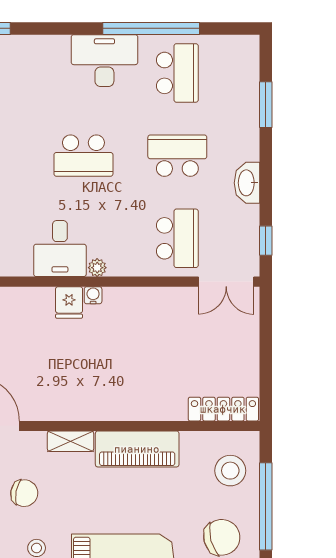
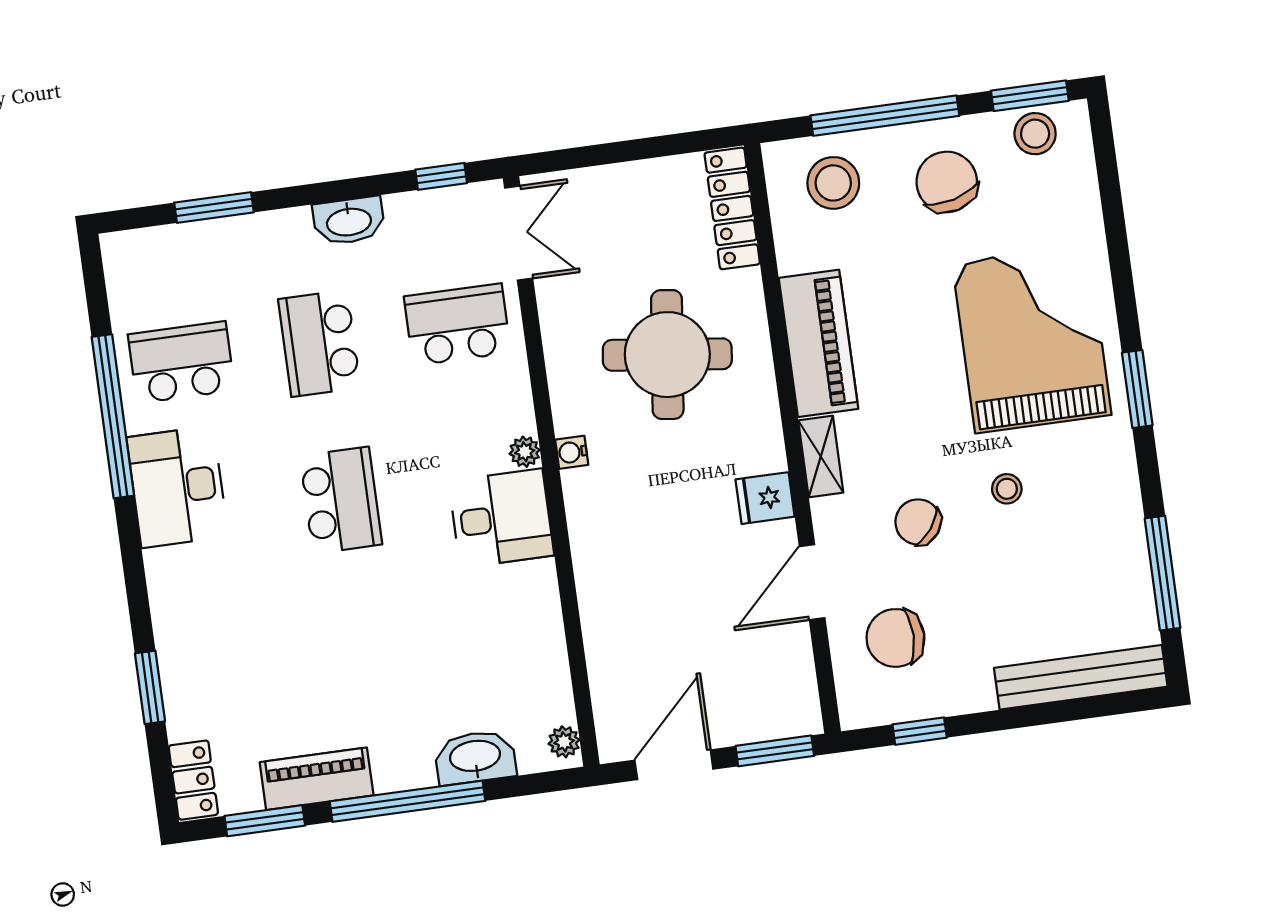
fridge: (69, 302) -> (765, 498), moved, turned 180
round table: (143, 359) -> (667, 355), added
chair: (24, 493) -> (918, 522), turned -64

